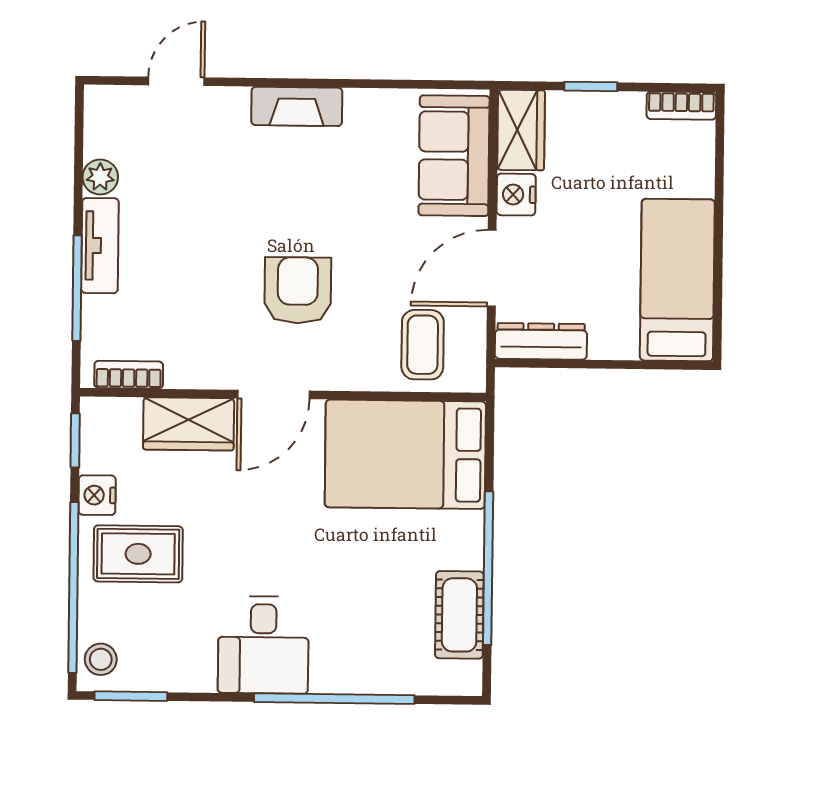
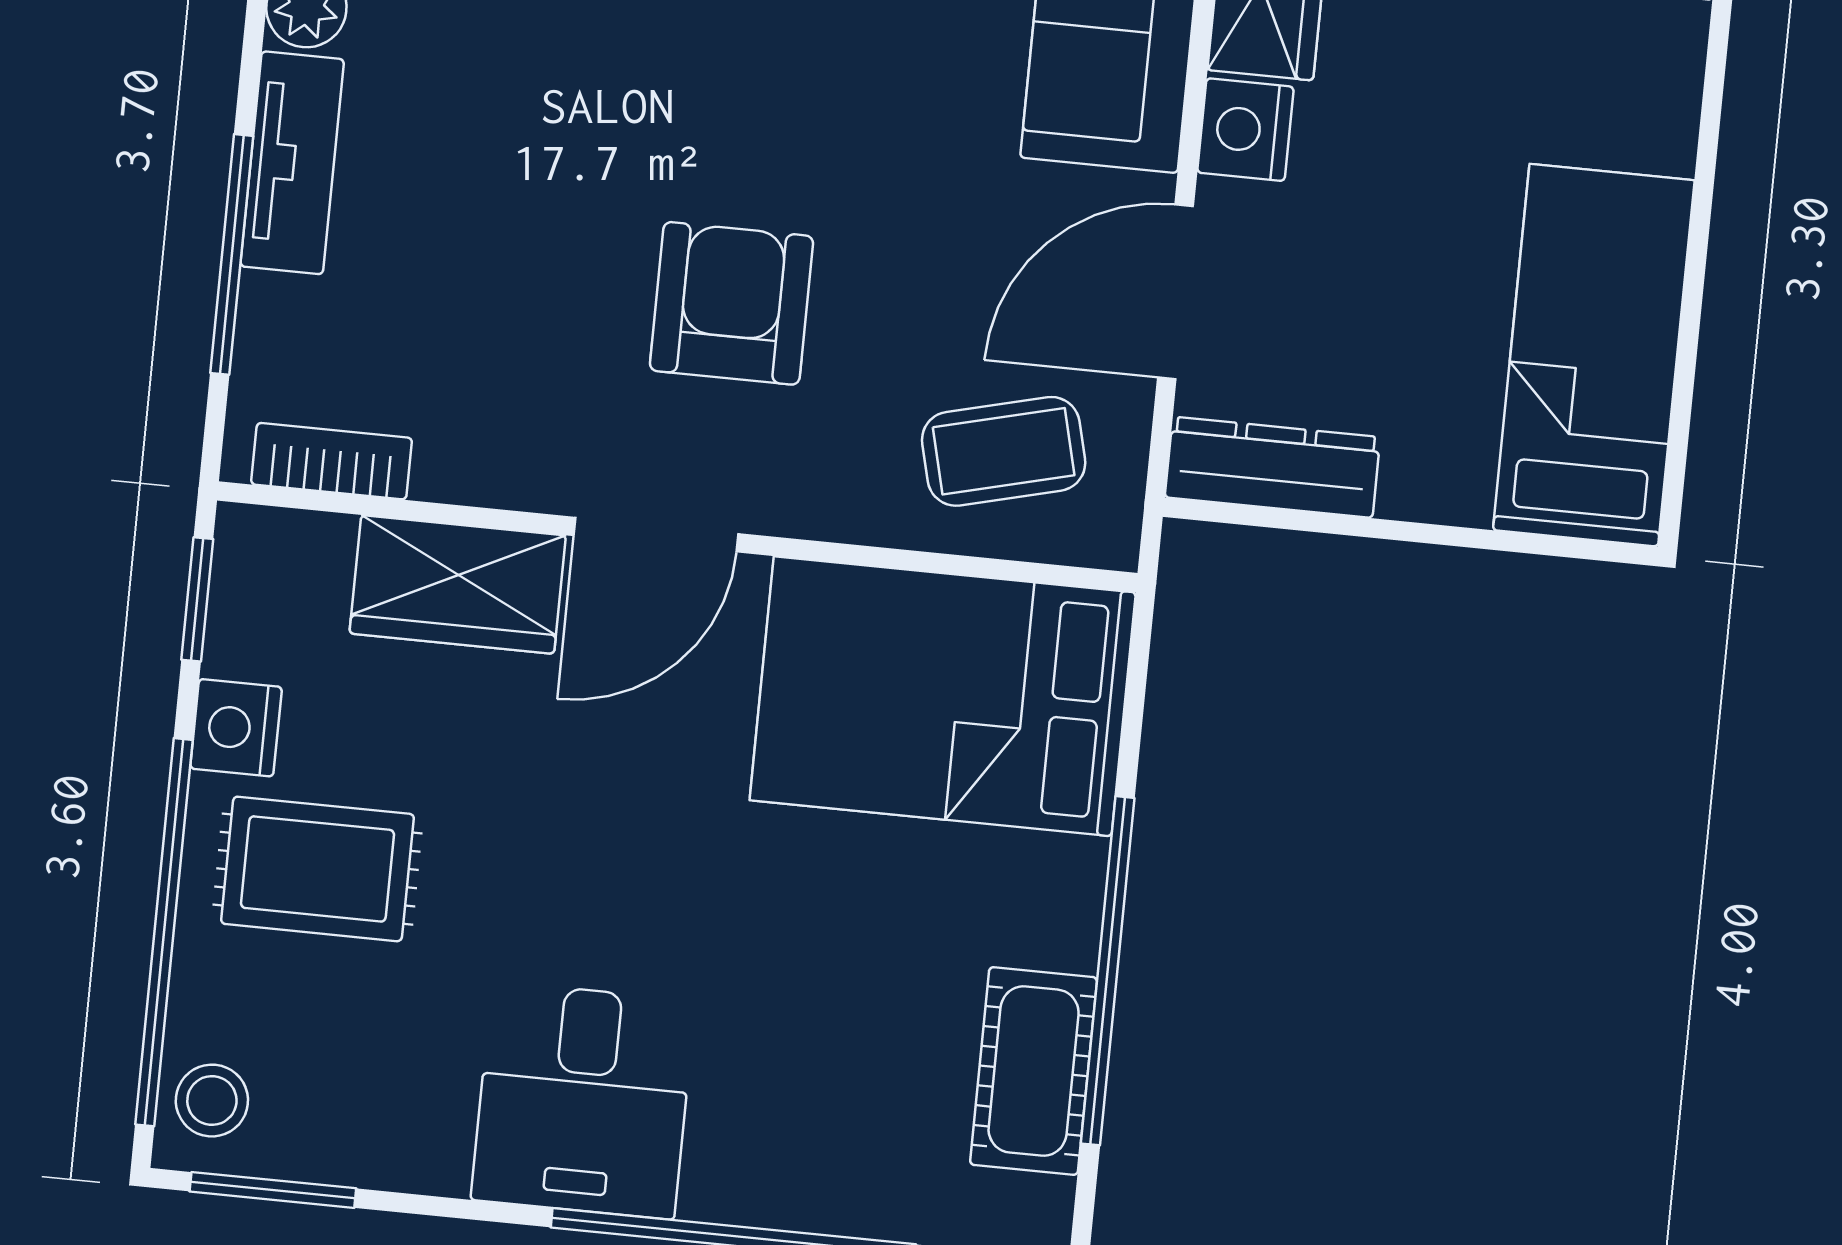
coffee table: (423, 345) -> (1004, 451), turned 76

